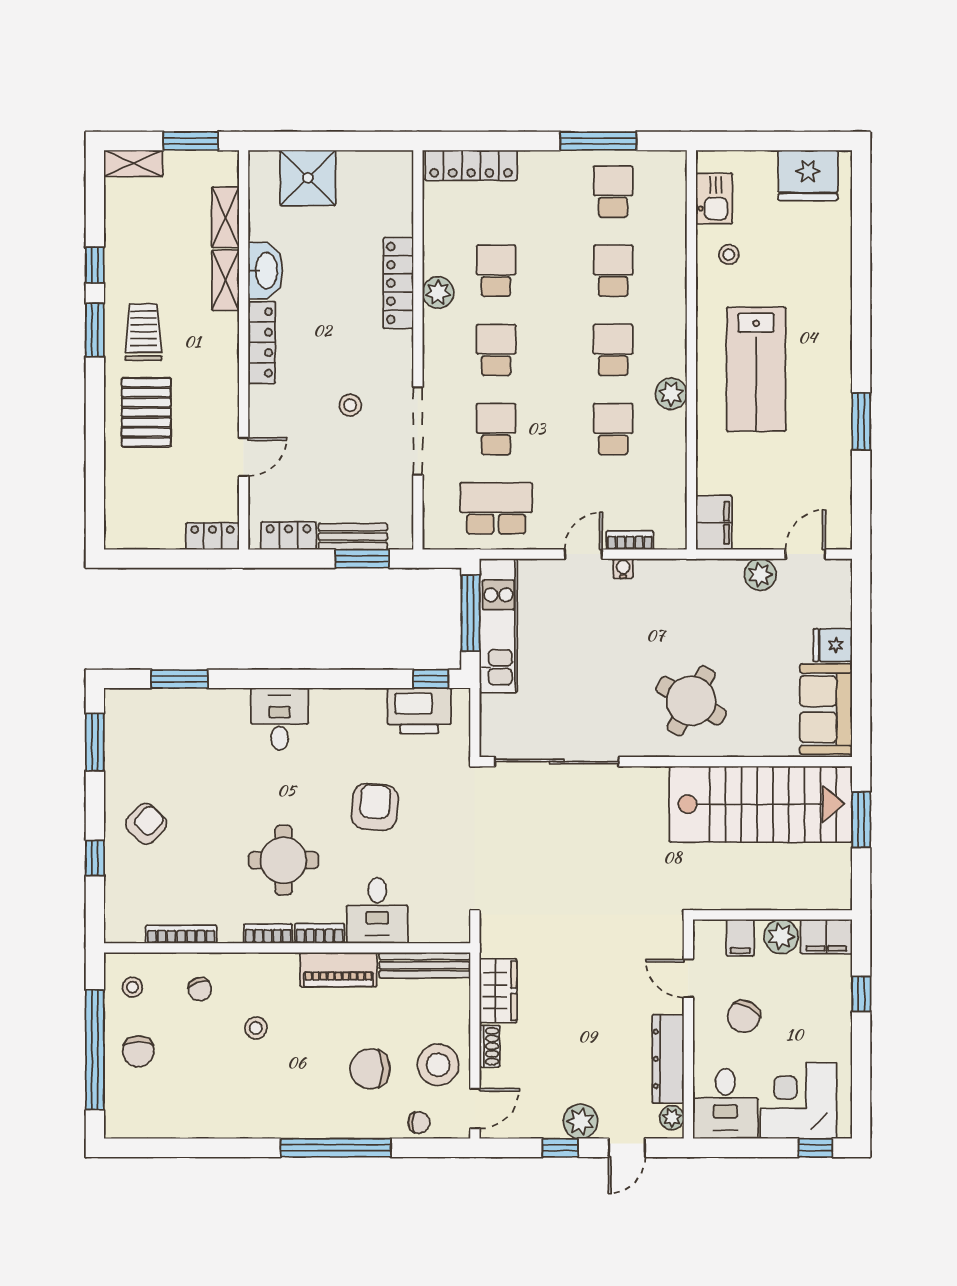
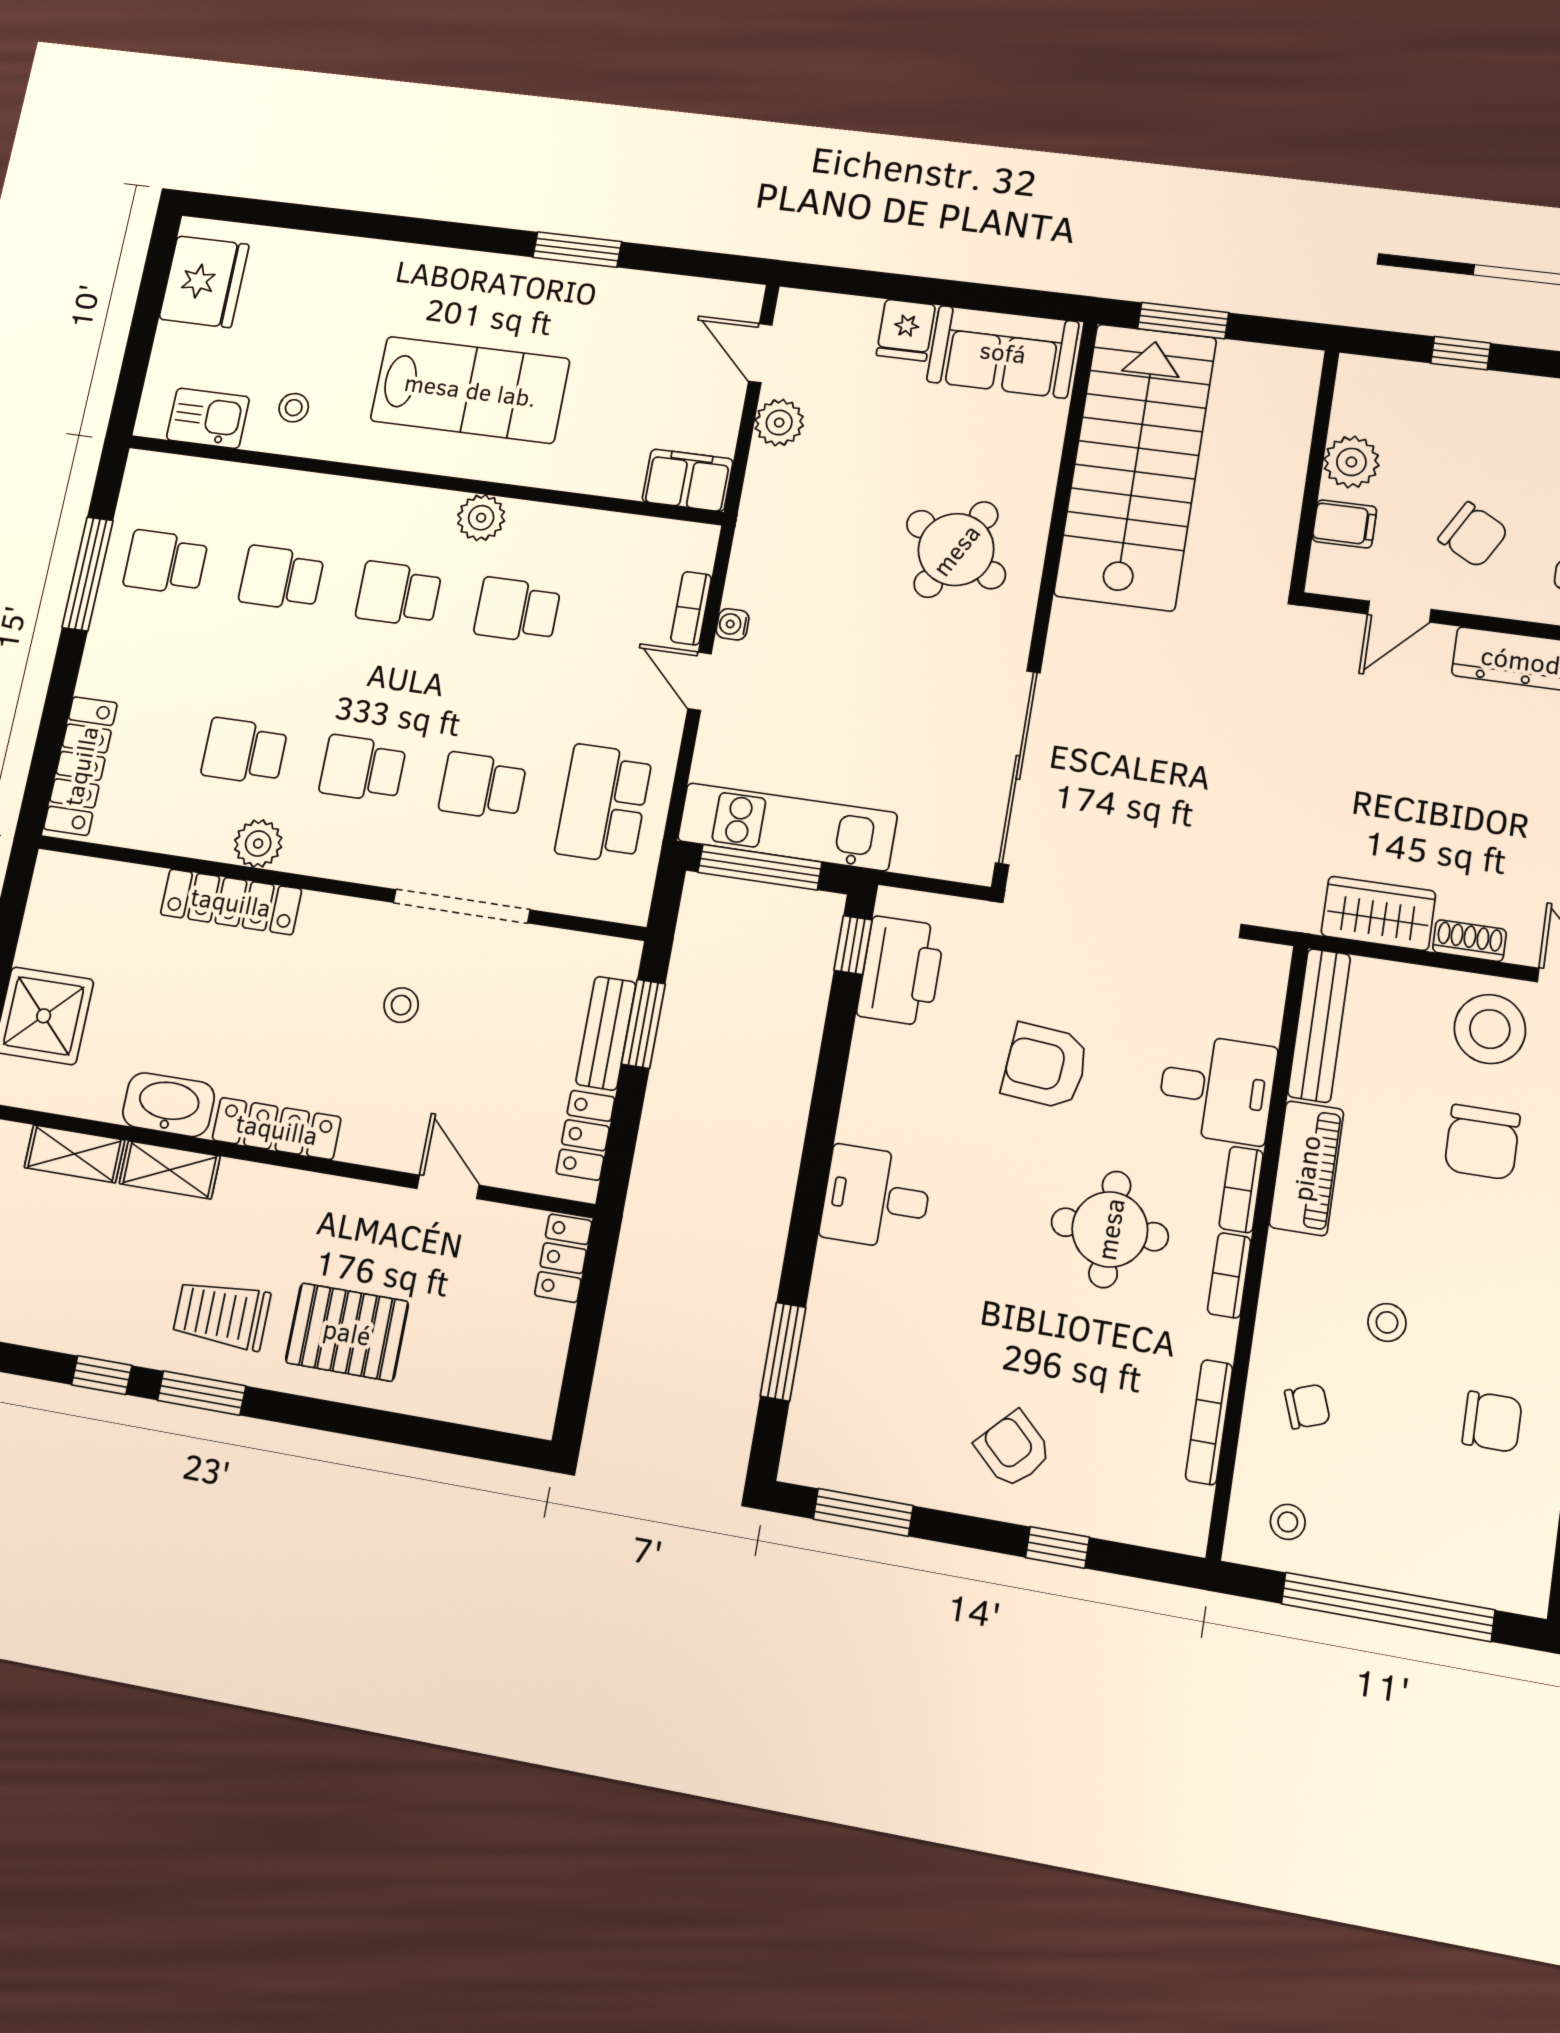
filing cabinet: (826, 937) -> (1361, 394), removed
chair: (138, 1051) -> (1492, 1422), moved

